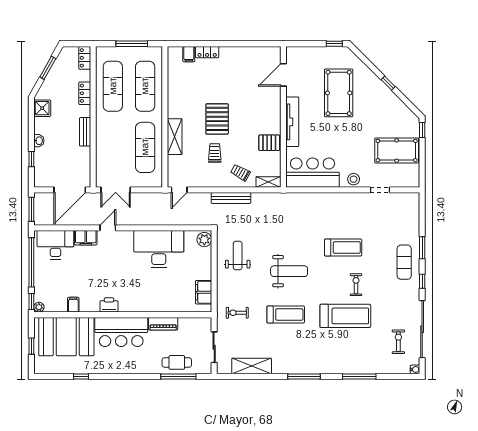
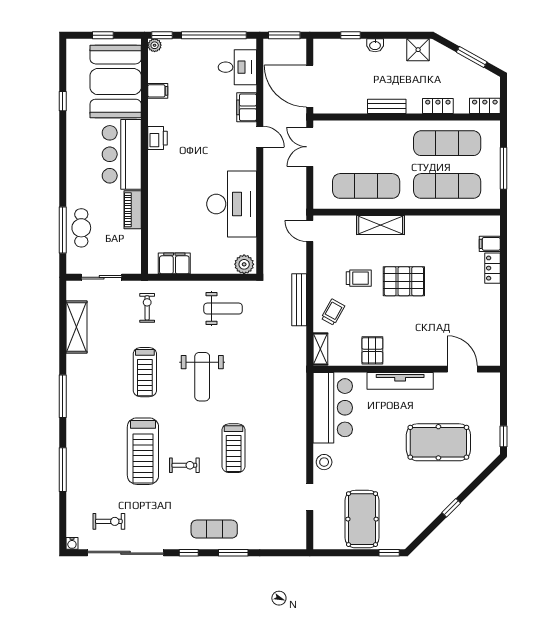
desk: (55, 245) -> (237, 67), width x0.73

